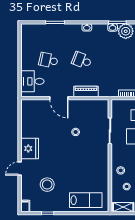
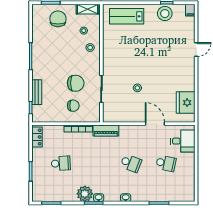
piano: (86, 91) -> (106, 131), moved
fridge: (30, 148) -> (186, 103), moved
stool: (47, 185) -> (165, 14), moved

